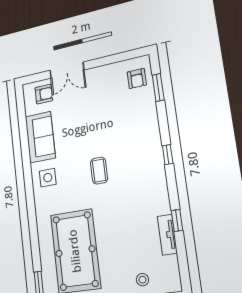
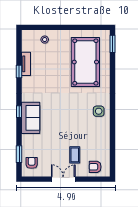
double door: (67, 70) -> (63, 179), moved
sofa: (40, 137) -> (31, 118), moved, turned 180
coffee table: (99, 171) -> (75, 155), moved

